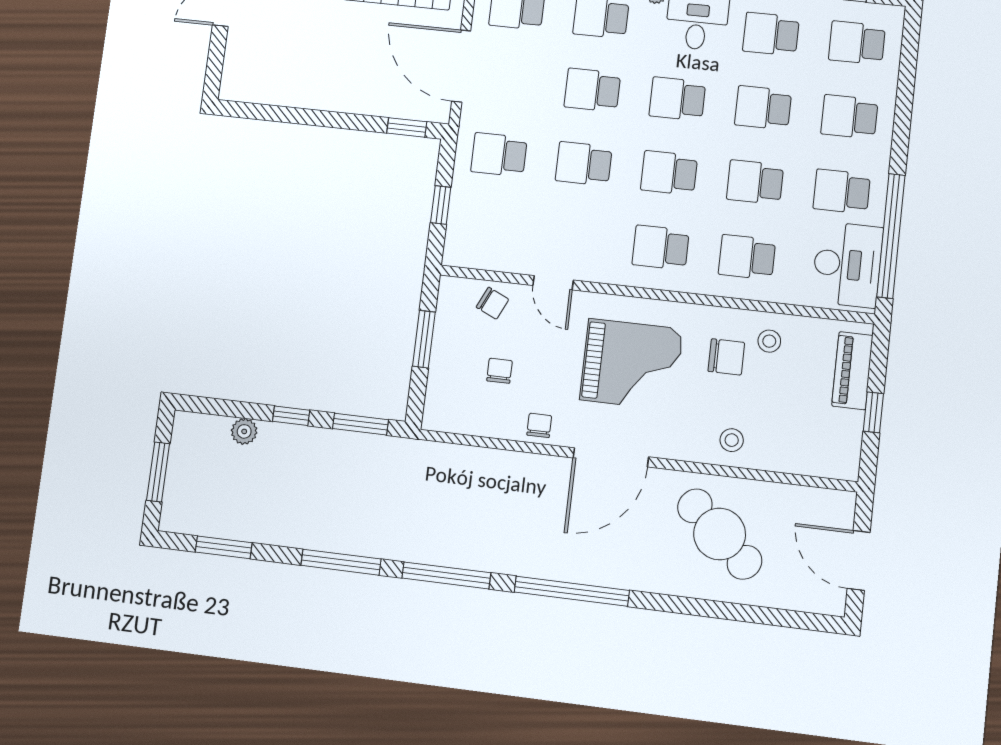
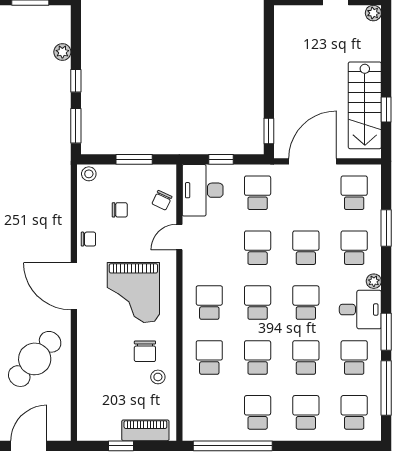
desk: (847, 264) -> (203, 190), moved, turned 90
stool: (732, 440) -> (89, 174), moved

